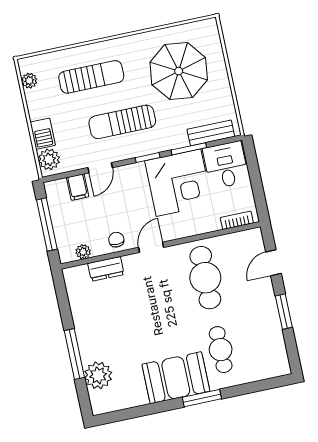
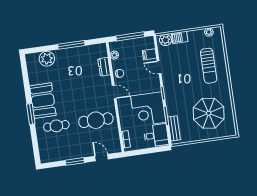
sun lounger: (122, 122) -> (183, 81), removed
window: (74, 354) -> (71, 45), moved

